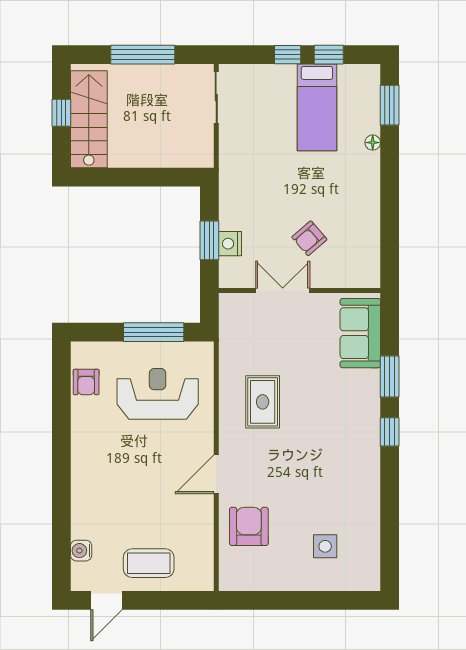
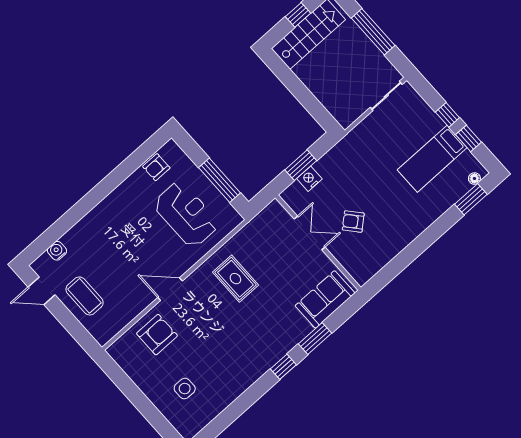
floor lamp: (373, 143) -> (474, 179), moved
rug: (263, 402) -> (235, 279), turned 90

